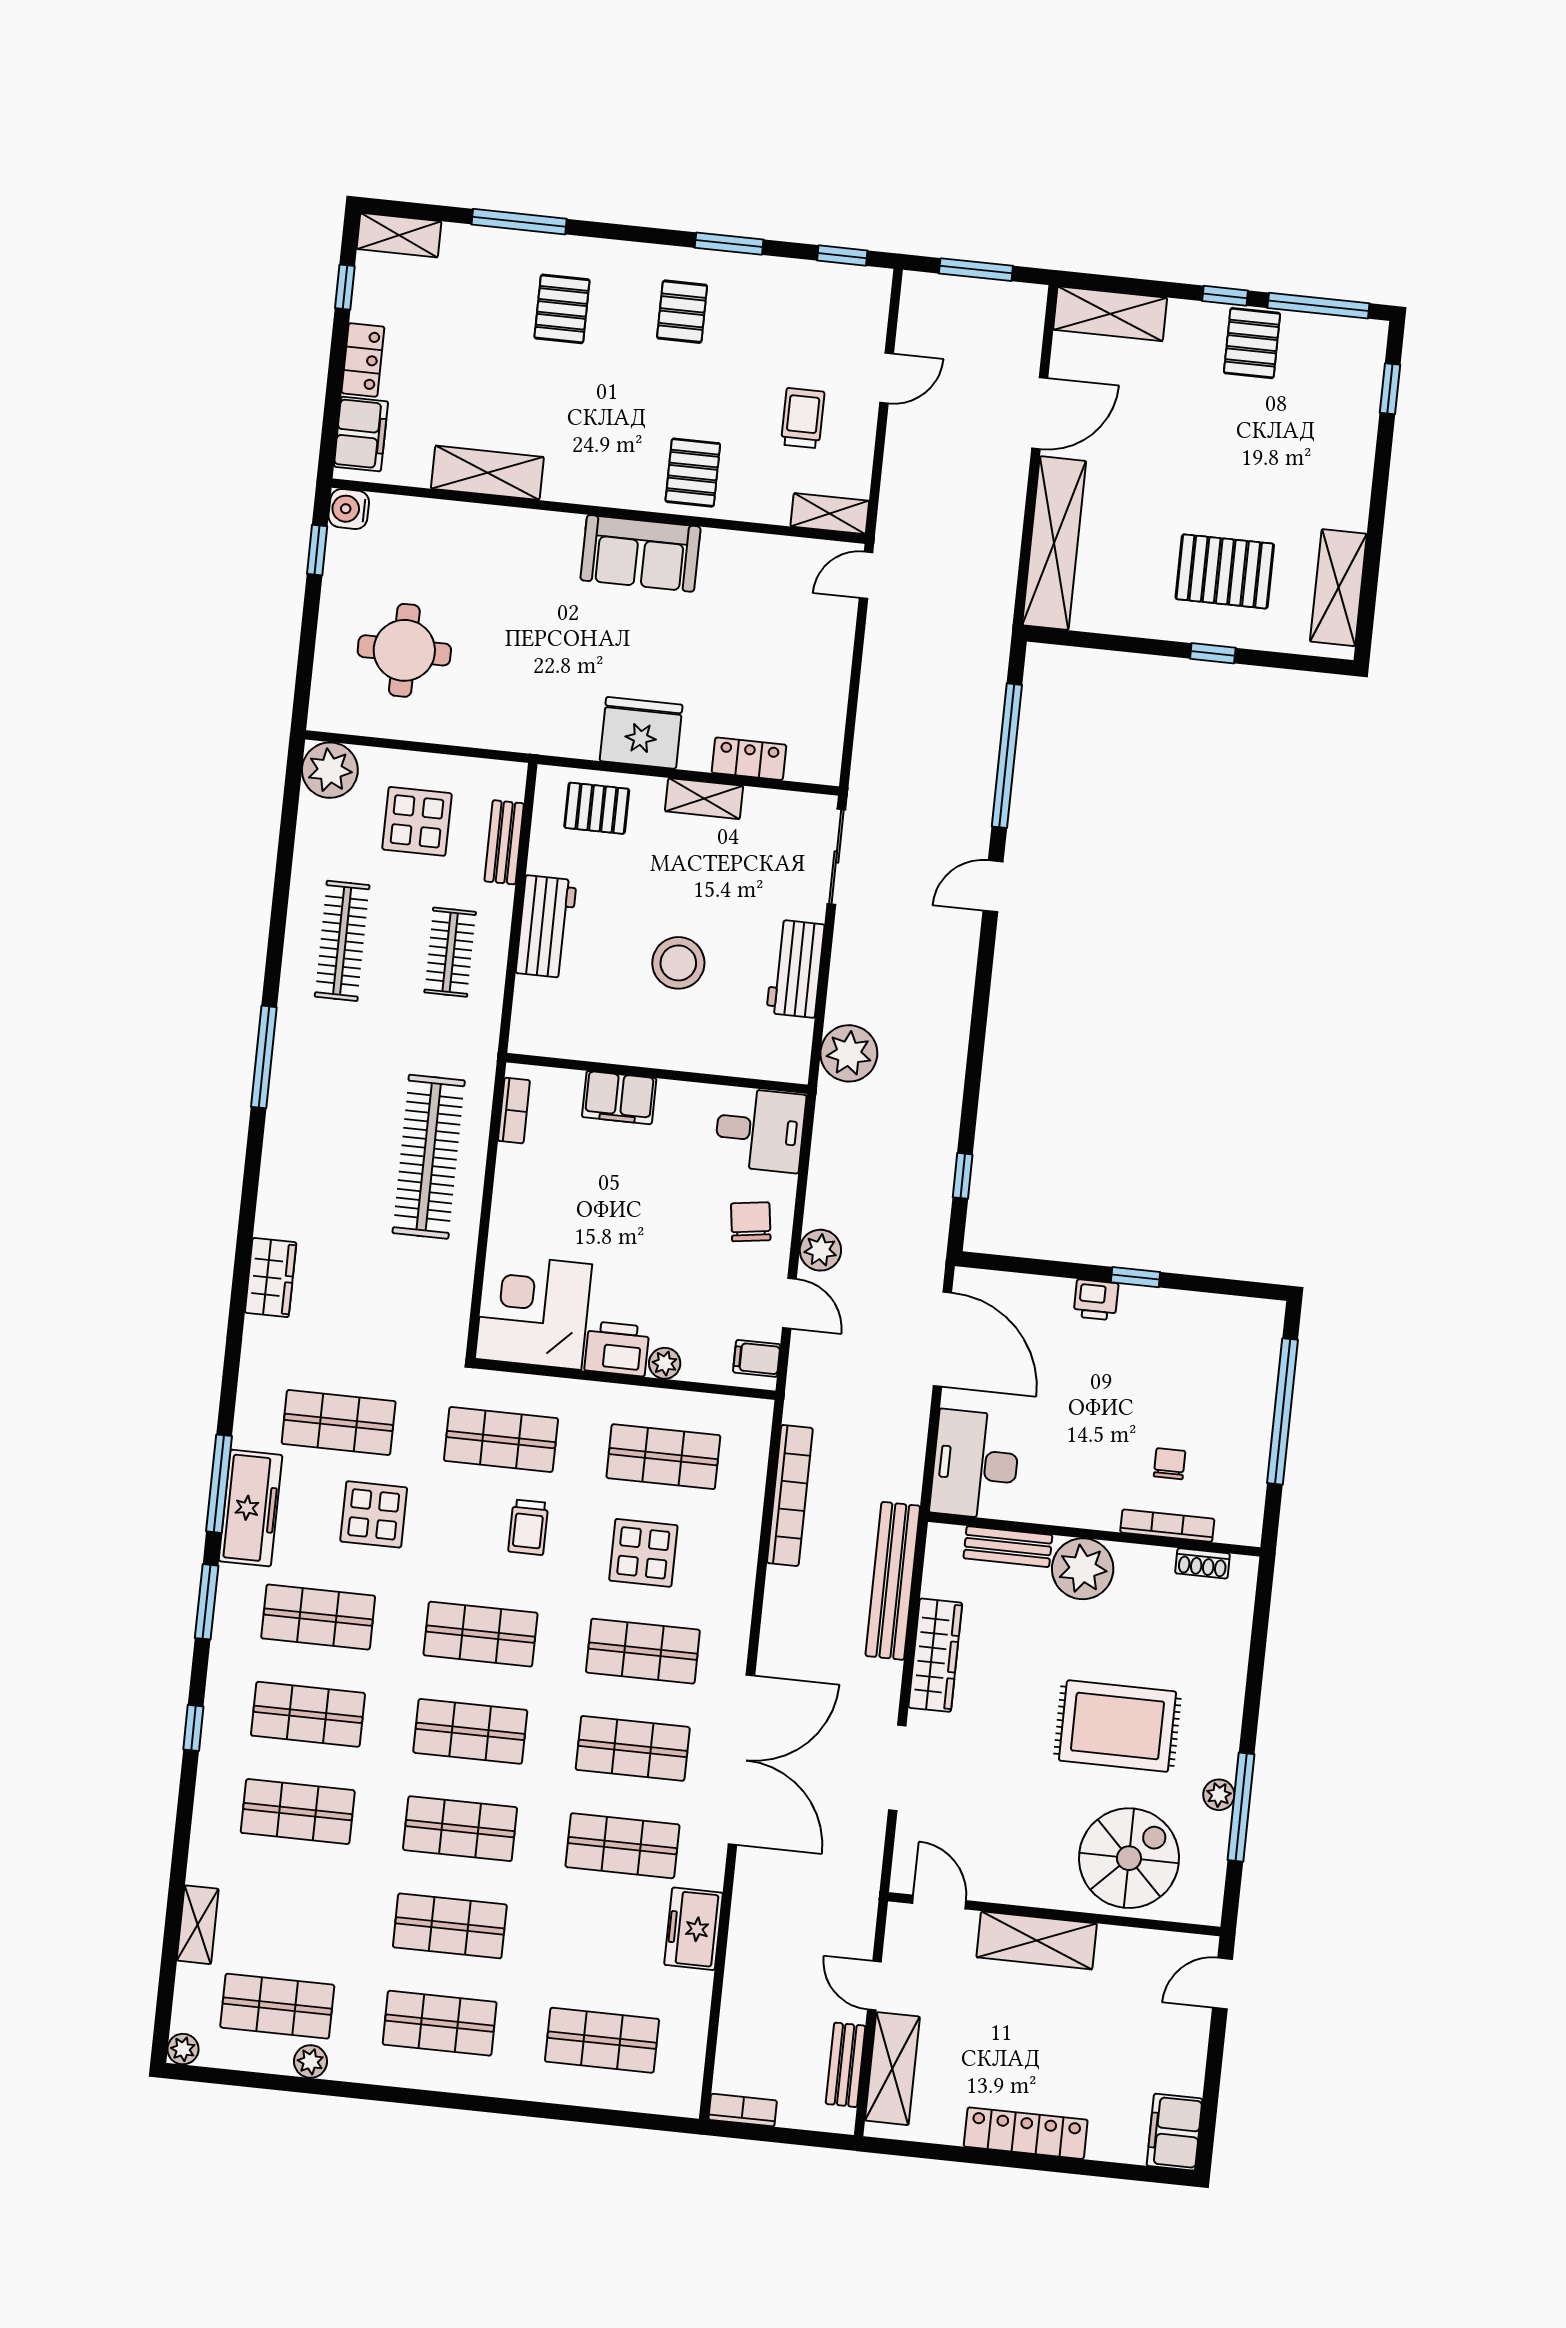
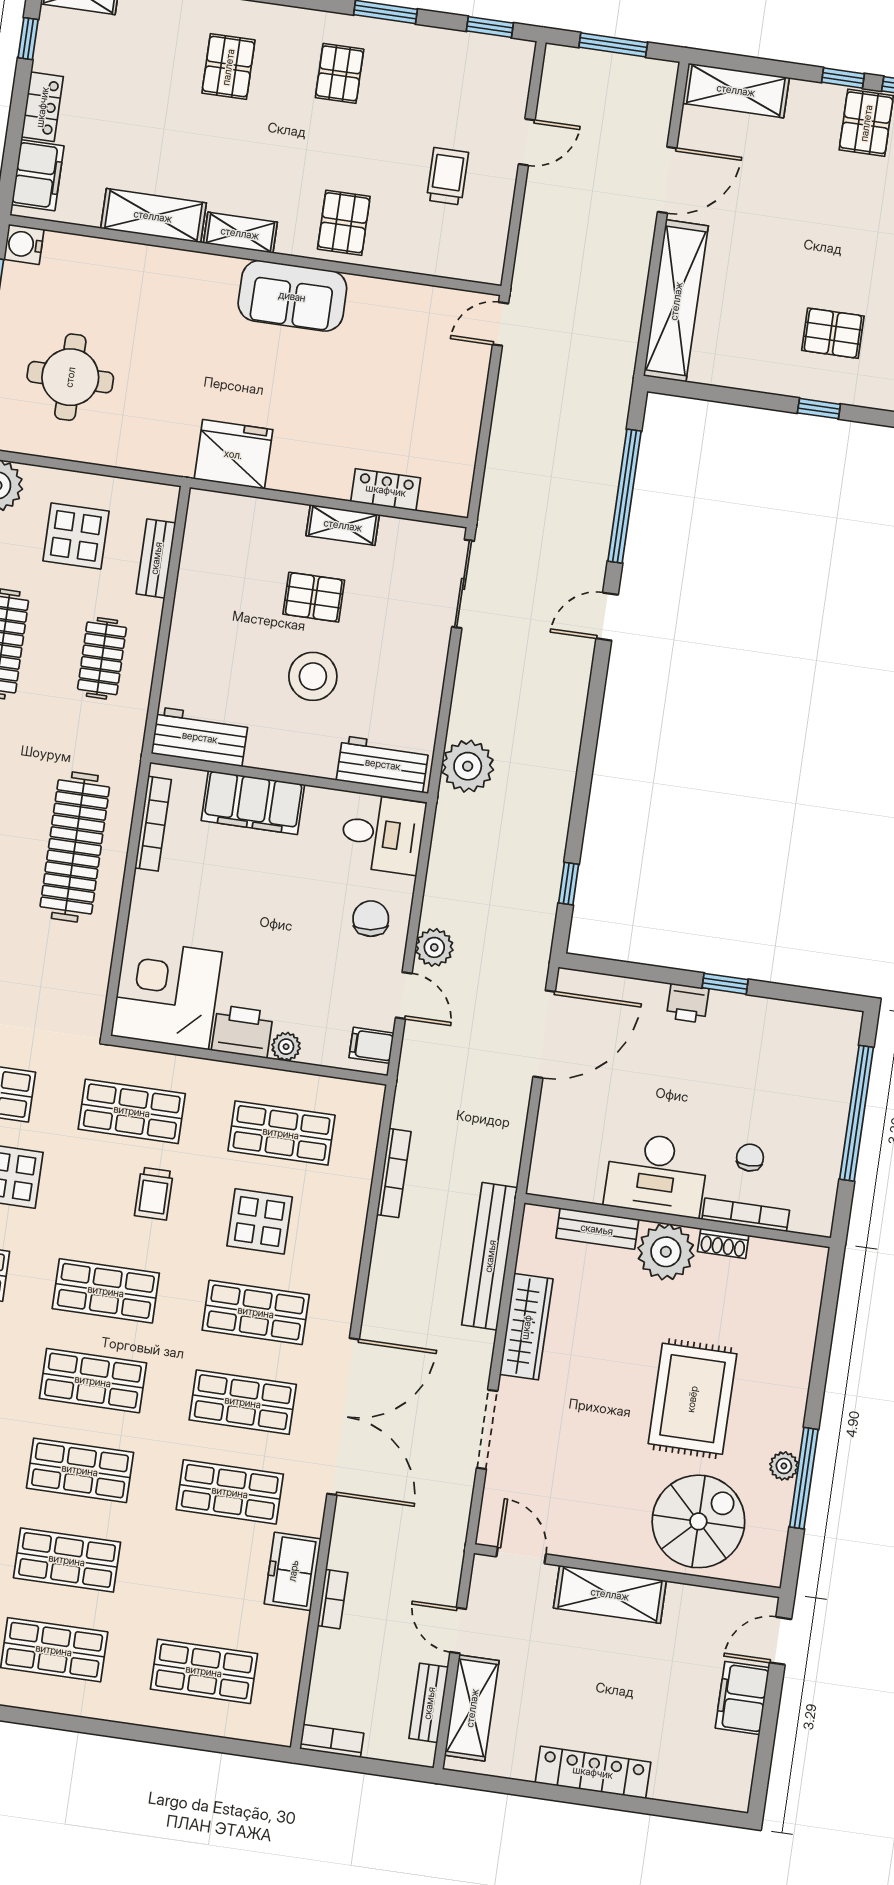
shelving: (830, 514) -> (240, 233), moved
pallet: (1225, 571) -> (833, 333), width x0.67, depth x0.71
fridge: (641, 733) -> (233, 454), moved
pallet: (597, 808) -> (314, 597), moved
workbench: (546, 927) -> (200, 737), moved, turned -90
workbench: (795, 969) -> (383, 764), moved, turned 90
filing cabinet: (619, 1098) -> (253, 803), width x1.50, depth x1.17
bookcase: (514, 1111) -> (153, 824), width x1.56
door: (942, 1339) -> (544, 1034), hinge flipped
desk: (975, 1465) -> (656, 1174), moved, turned -90
bookcase: (790, 1496) -> (394, 1173), width x0.68, depth x0.76
shoe rack: (1202, 1563) -> (723, 1243), moved
rug: (1117, 1726) -> (692, 1399), turned 90
bookcase: (738, 1957) -> (333, 1599), added
filing cabinet: (1175, 2132) -> (742, 1698), moved

